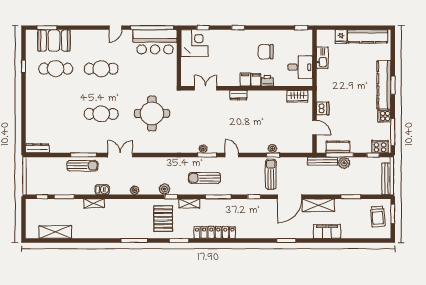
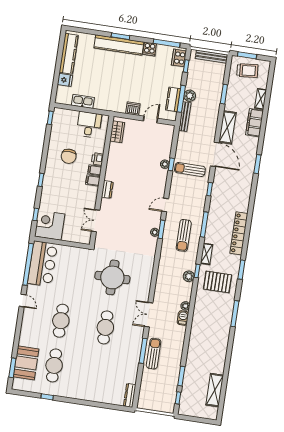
barbecue: (102, 190) -> (183, 318), moved
shelving: (94, 203) -> (261, 99), moved

